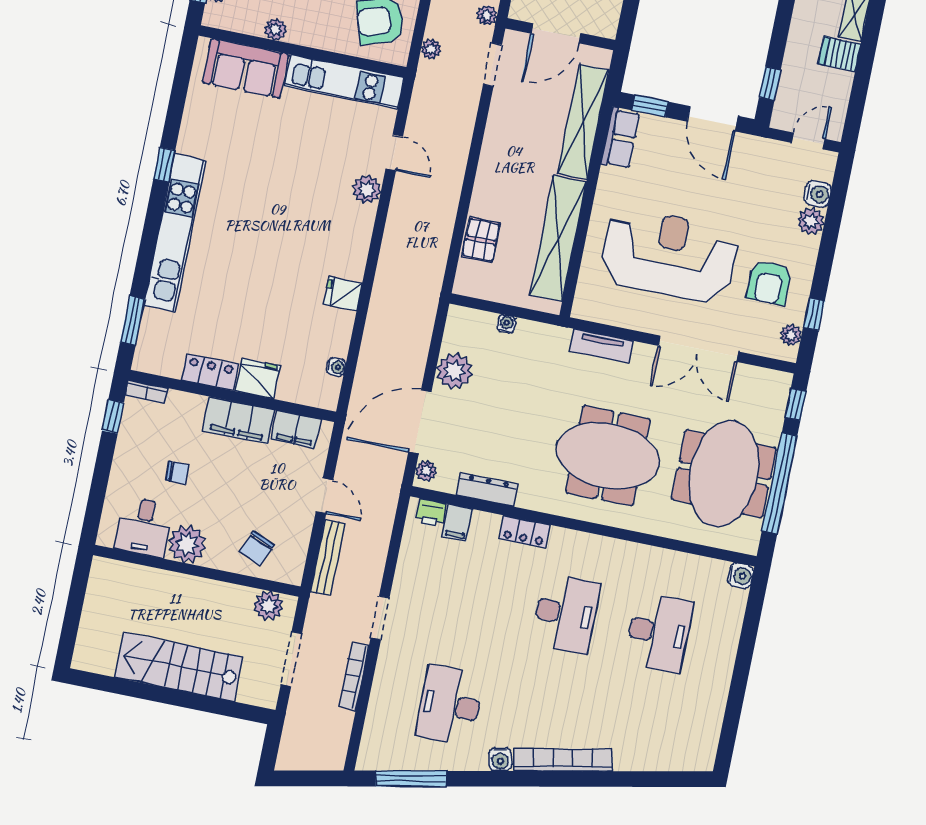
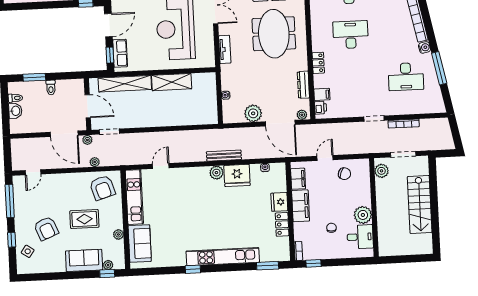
plant: (431, 49) -> (95, 162), moved
row of seats: (620, 138) -> (120, 53), moved, turned 90
plant: (367, 189) -> (216, 173), moved
shelving: (558, 238) -> (172, 82), width x0.68
pallet: (481, 240) -> (190, 117), removed
fridge: (343, 294) -> (237, 175), width x1.88, depth x1.34
chair: (257, 548) -> (344, 174), moved
bench: (328, 558) -> (224, 156), moved
window: (411, 779) -> (439, 68), moved

